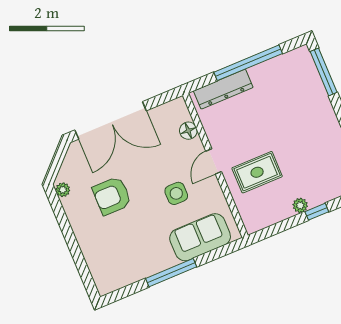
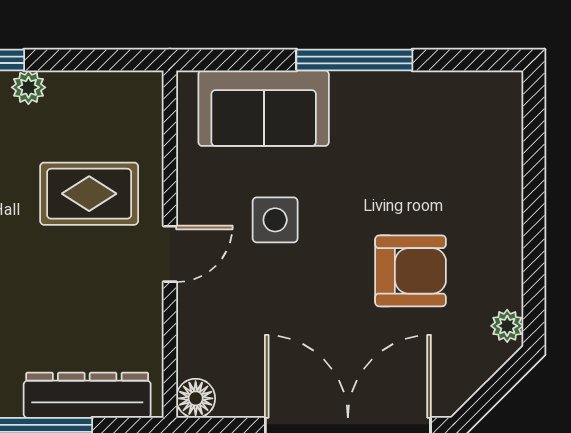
floor lamp: (188, 131) -> (196, 398), moved

